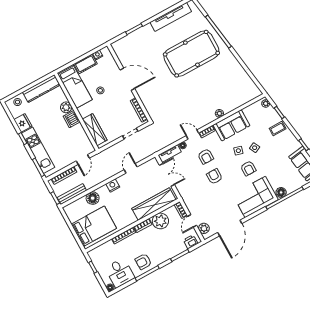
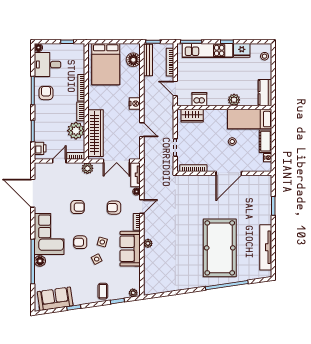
kitchen counter: (41, 89) -> (265, 93), width x0.67
dishwasher: (72, 119) -> (199, 99), moved
wardrobe: (95, 130) -> (192, 116), width x0.67
armchair: (214, 176) -> (78, 207), moved
floor lamp: (93, 198) -> (133, 60), moved
door: (192, 221) -> (59, 161), hinge flipped
plant: (204, 228) -> (87, 168), moved

